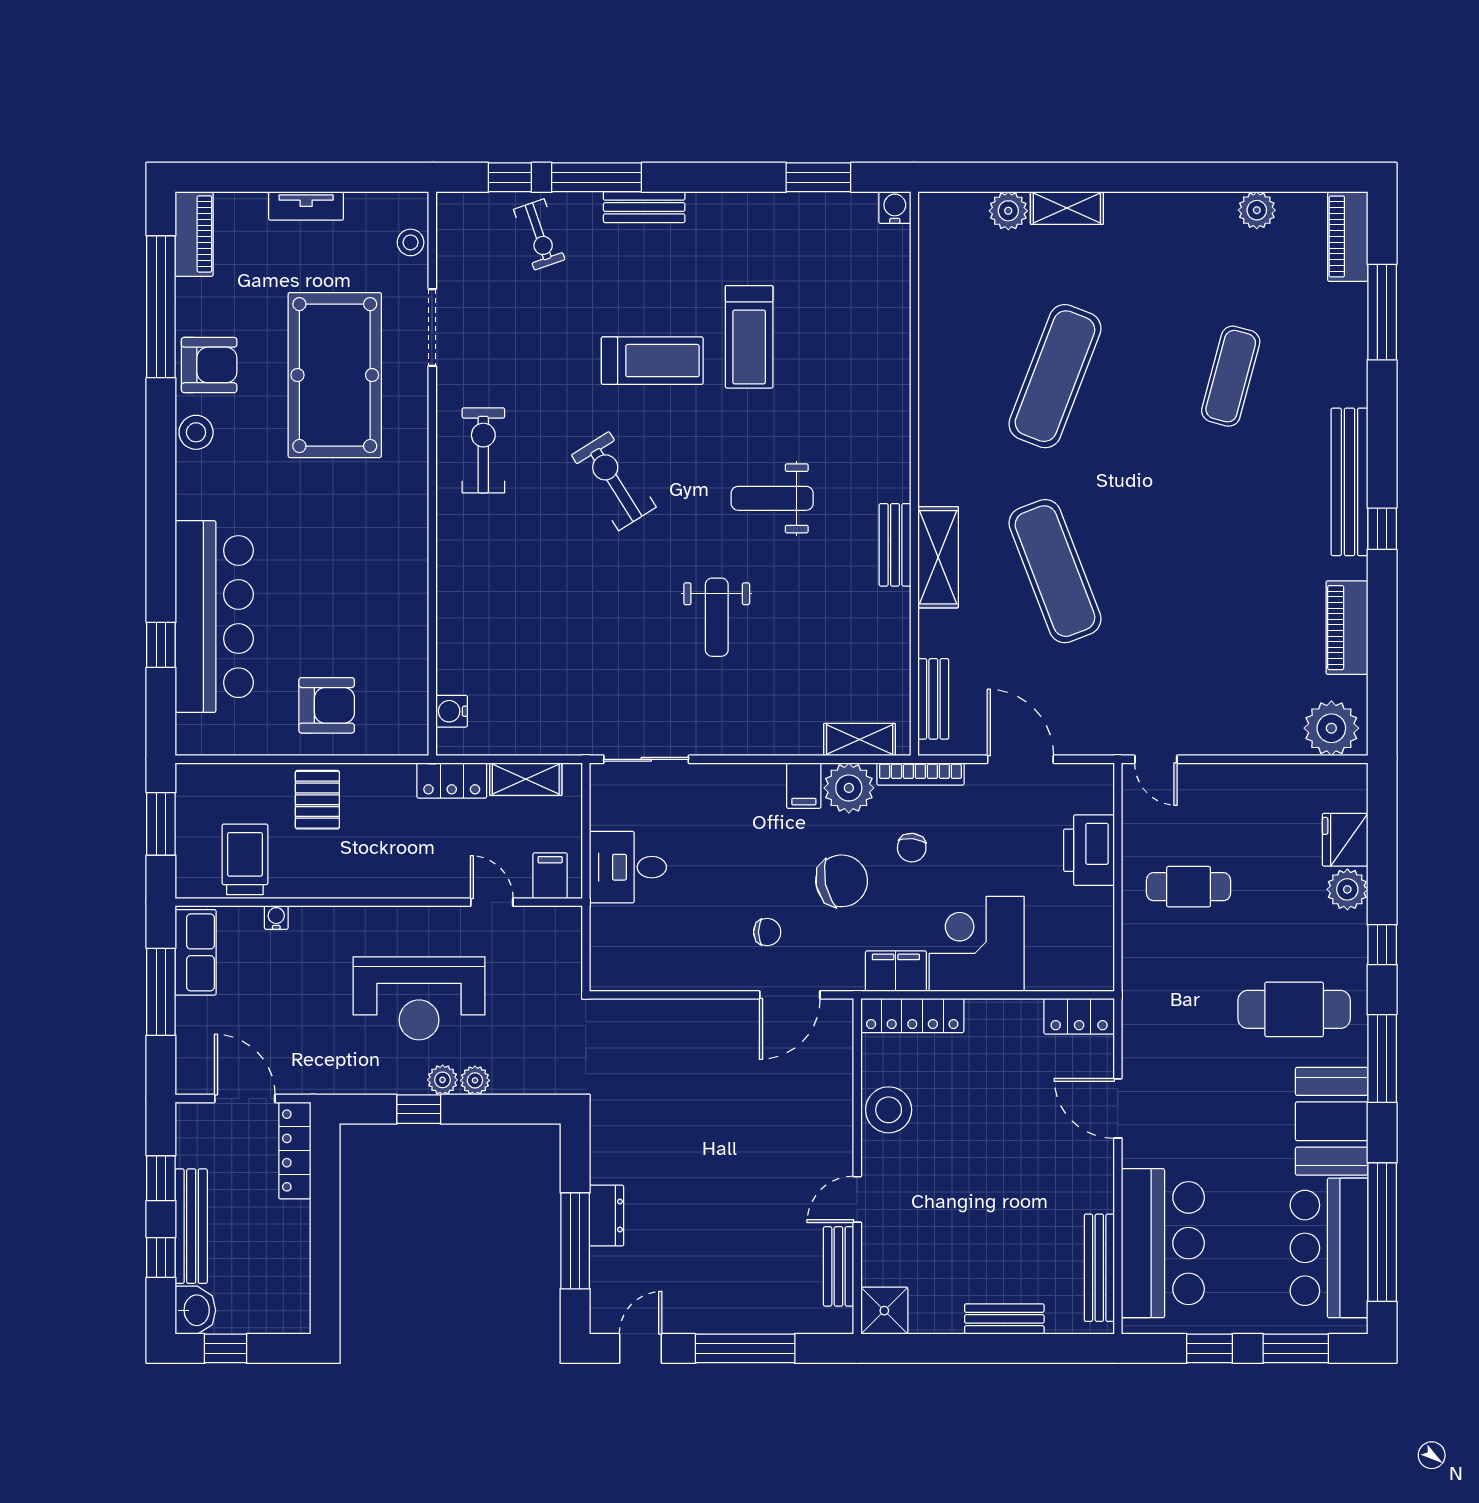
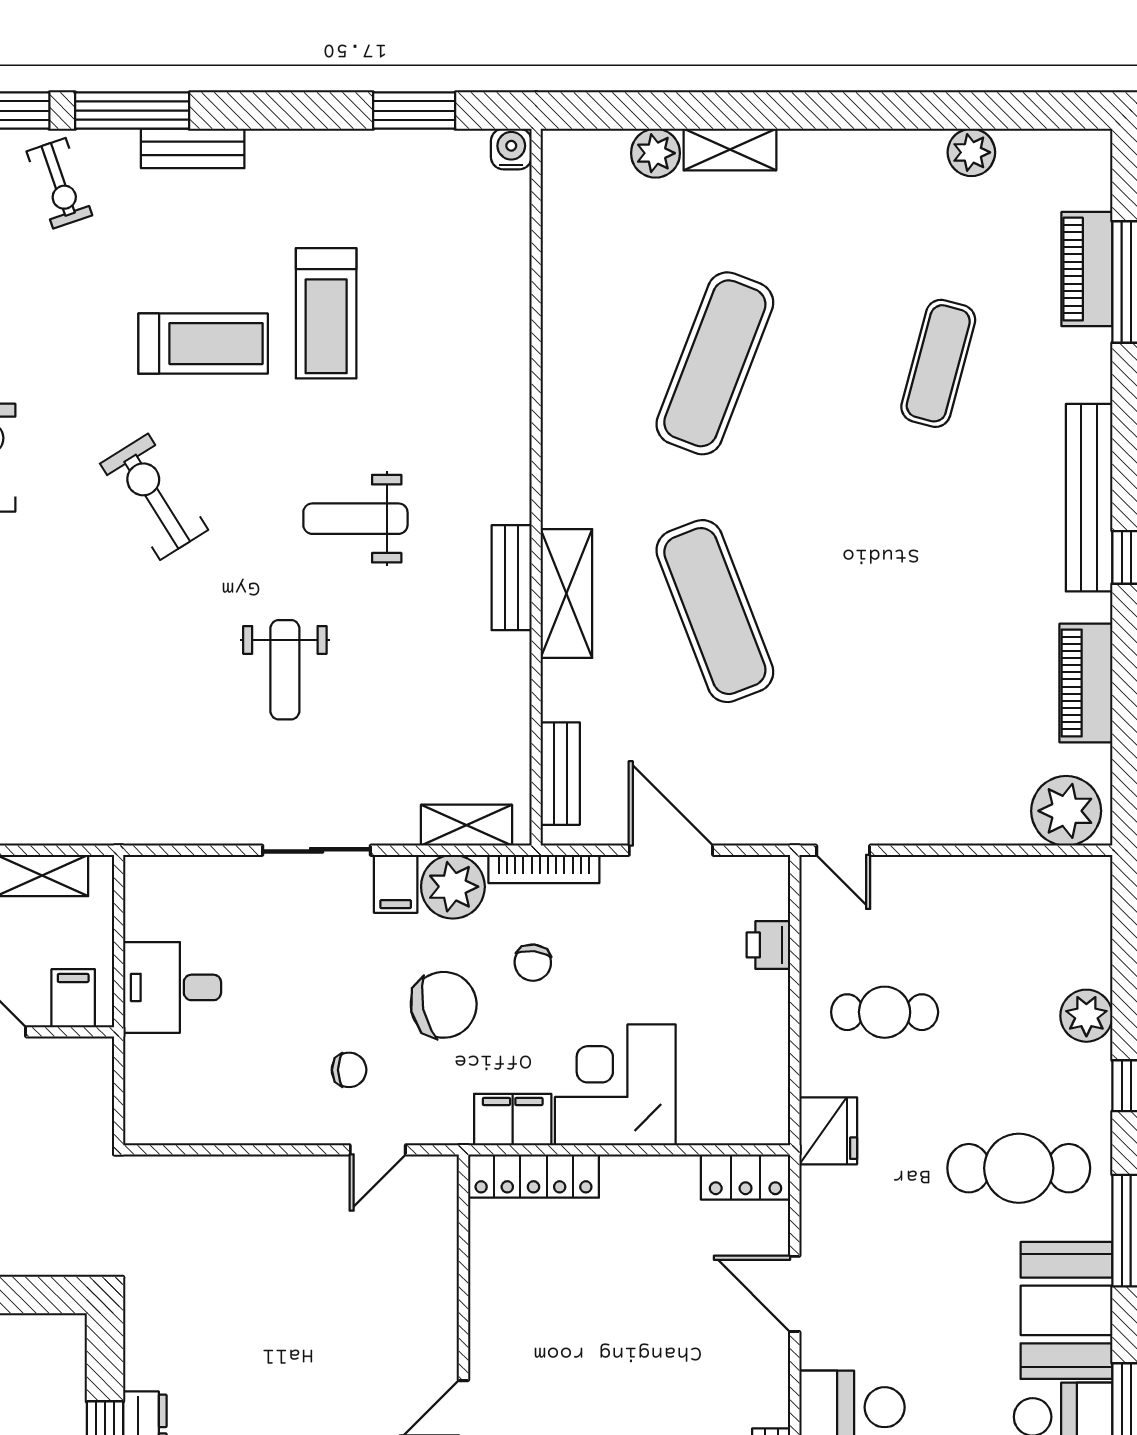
piano: (1348, 236) -> (1087, 269), moved
sliding door: (646, 759) -> (317, 850), moved
fridge: (1345, 840) -> (828, 1131), moved, turned 180
printer: (1089, 850) -> (768, 945), width x0.53, depth x0.68
door: (790, 995) -> (378, 1150), width x0.73
stool: (889, 1110) -> (503, 1296), removed

